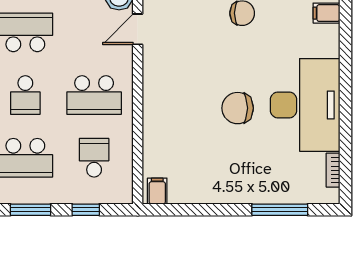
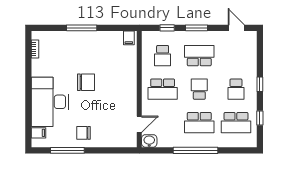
school desk: (94, 95) -> (163, 89), turned 180
desk: (305, 105) -> (50, 102), moved
window: (280, 210) -> (82, 28), moved

